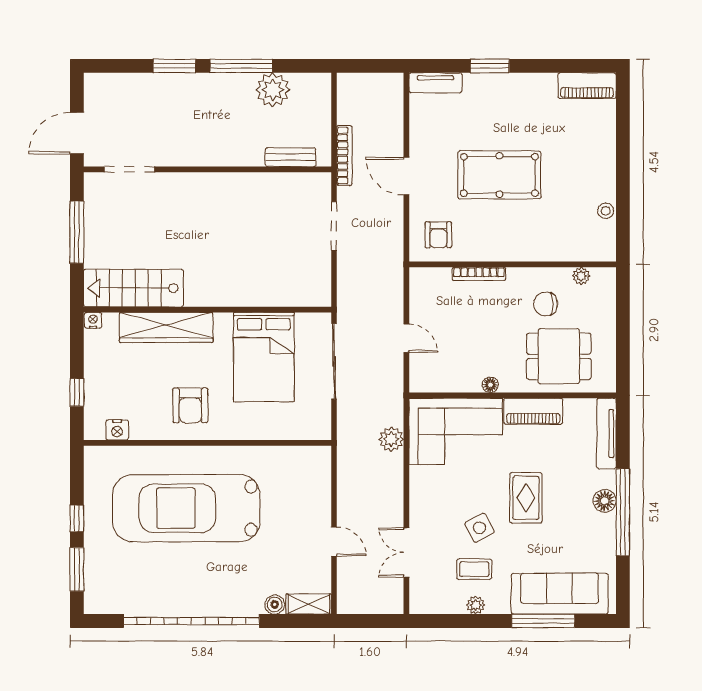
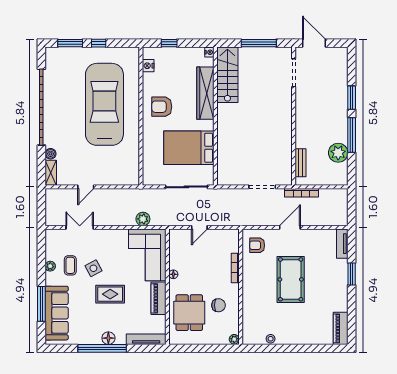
plant: (581, 276) -> (234, 339), moved
chair: (546, 304) -> (219, 305), turned 90

